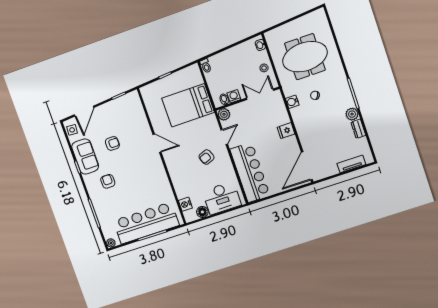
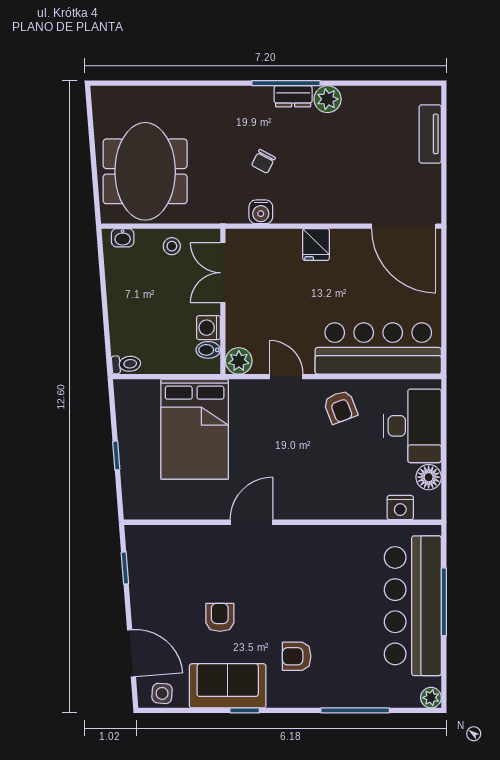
meeting table: (305, 57) -> (145, 171), moved
dresser: (358, 129) -> (293, 96), moved
armchair: (206, 157) -> (340, 407), moved

